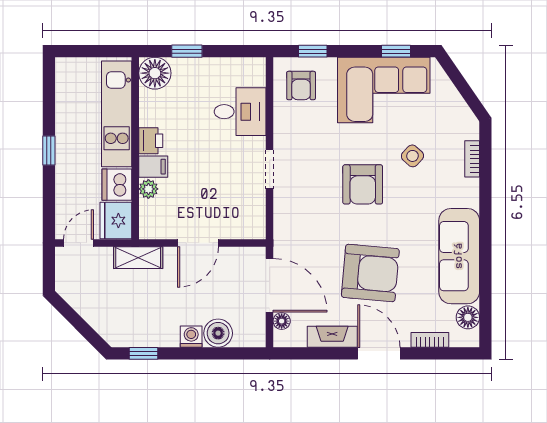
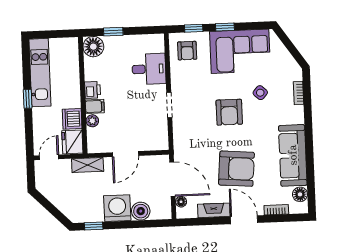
window: (396, 51) -> (225, 27), moved
kitchen unit: (117, 114) -> (40, 73), moved, turned 180
washing machine: (191, 337) -> (117, 208), width x1.89, depth x1.89

